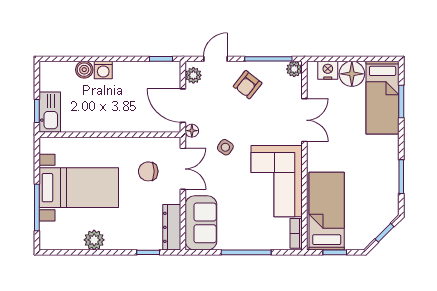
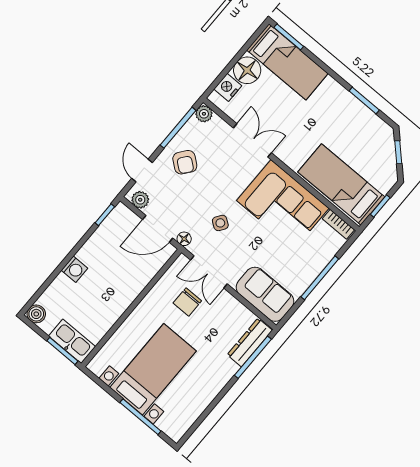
boiler: (84, 70) -> (36, 314), moved
window: (401, 102) -> (289, 37), moved
window: (37, 111) -> (62, 351), width x1.50
double door: (183, 169) -> (209, 272), swing flipped
dresser: (172, 227) -> (250, 342), moved, turned 90
plant: (94, 240) -> (206, 392), removed
window: (148, 252) -> (253, 357), width x2.17

